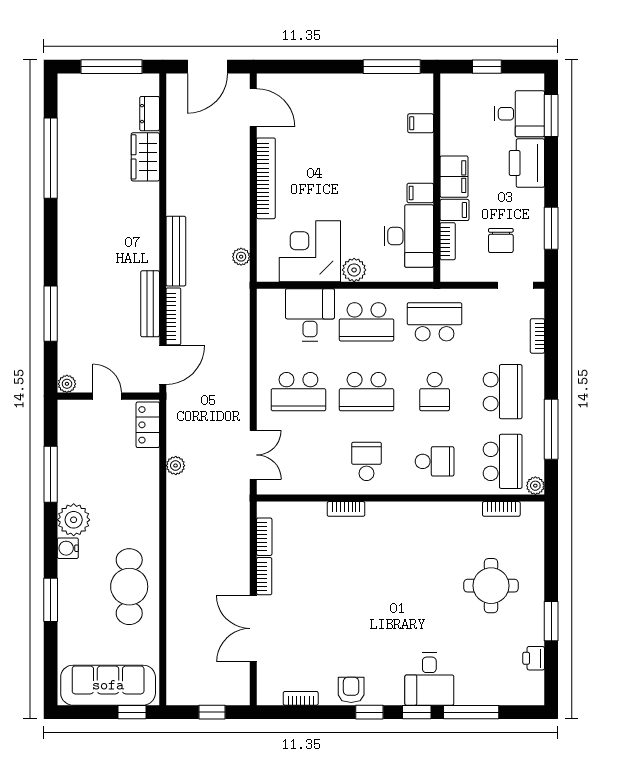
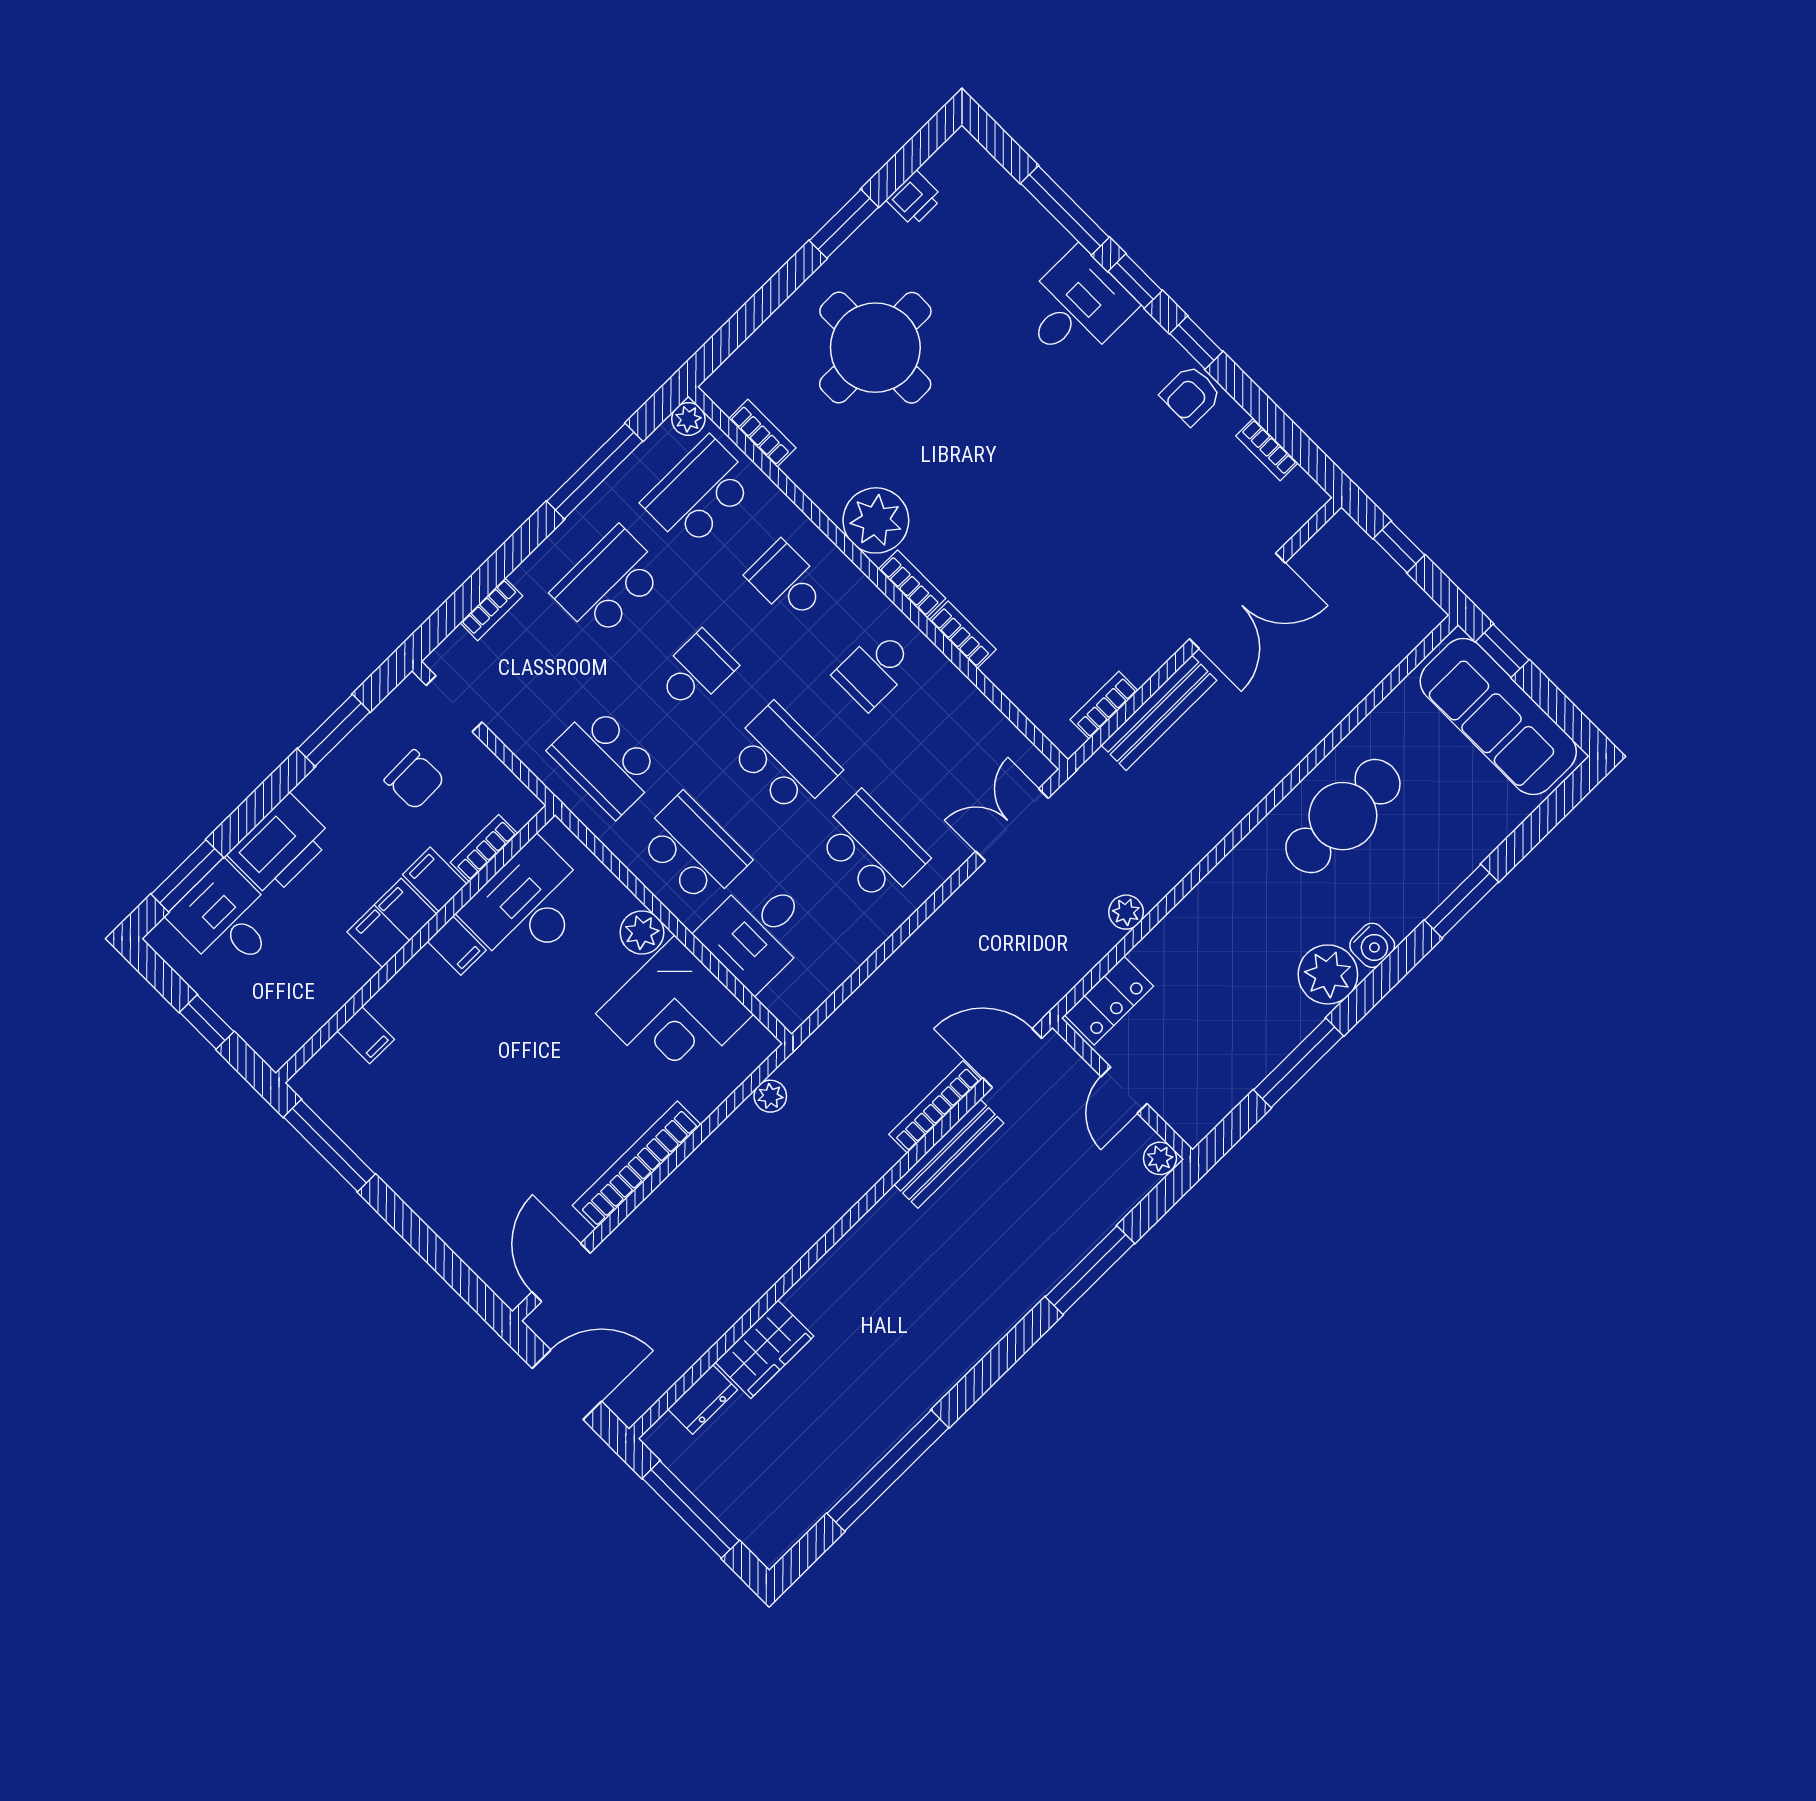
chair: (501, 241) -> (415, 780), turned 89
bench: (176, 251) -> (1159, 713), moved
plant: (424, 519) -> (876, 520), added
bookcase: (264, 576) -> (912, 584), moved, turned 90
round table: (491, 586) -> (875, 348), width x1.36, depth x1.36

